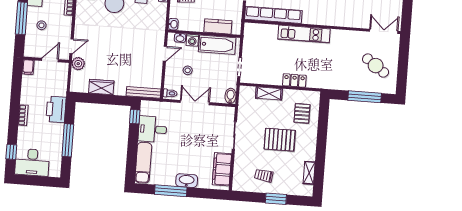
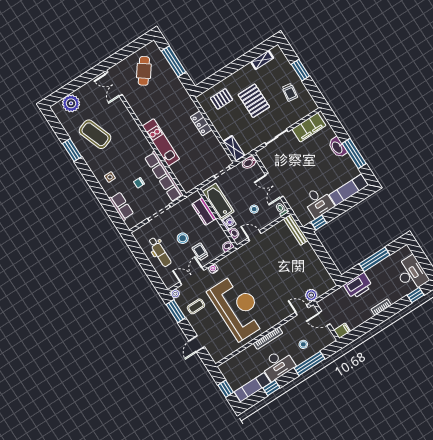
wardrobe: (101, 87) -> (316, 264), removed
shelving: (269, 93) -> (234, 148), moved

